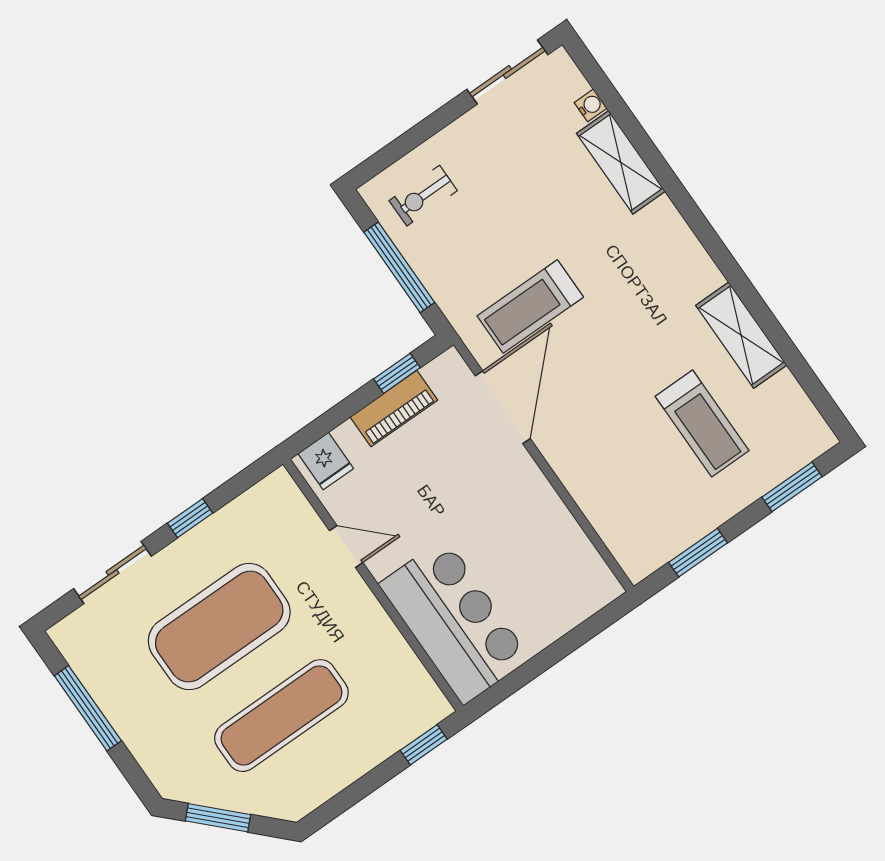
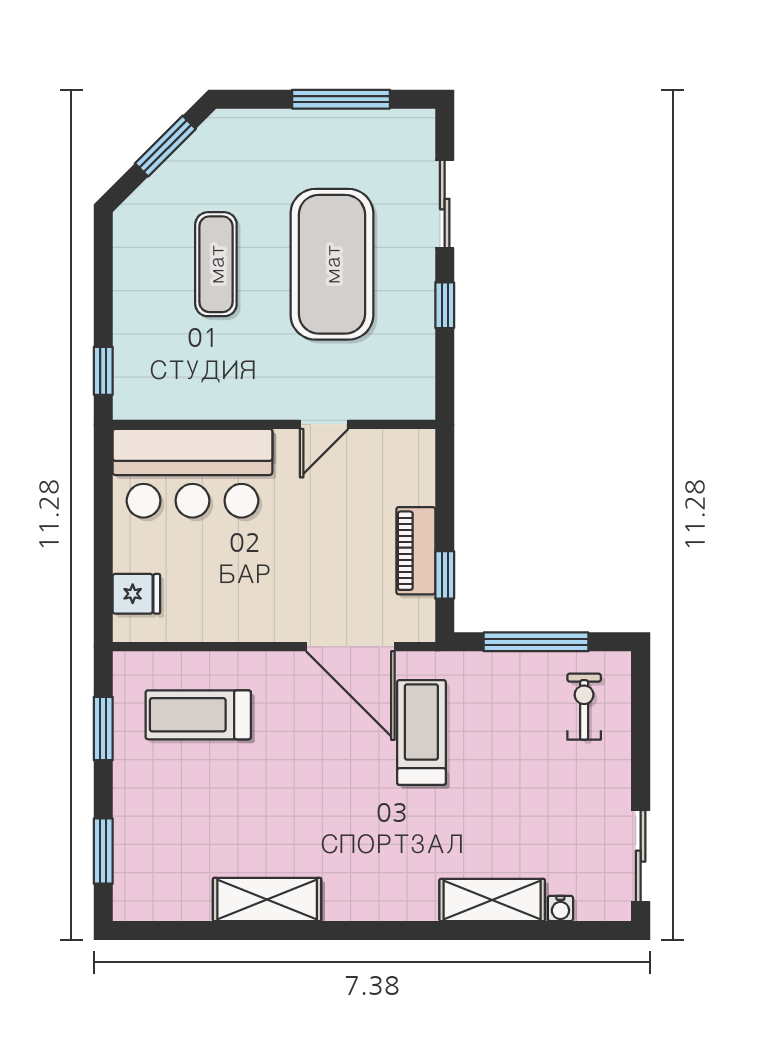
treadmill: (702, 424) -> (198, 715), moved
fridge: (326, 461) -> (136, 594), moved, turned 180
exercise mat: (281, 716) -> (216, 264), width x0.73, depth x0.69

